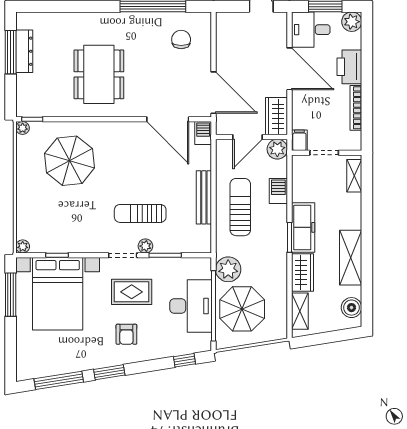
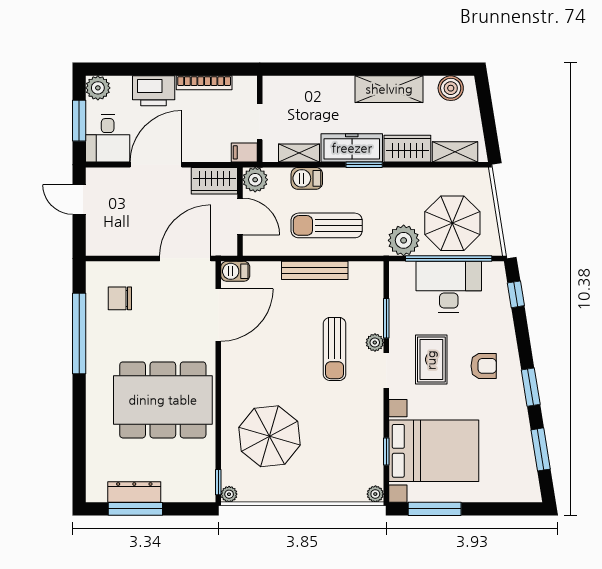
dining table: (99, 74) -> (163, 400), width x1.36, depth x1.24
shelving: (354, 176) -> (299, 153), moved
window: (59, 380) -> (541, 449), width x0.69

